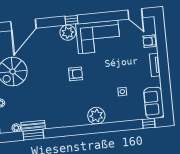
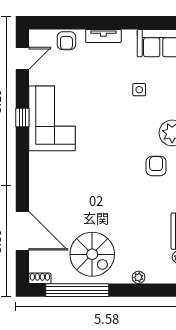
window: (71, 20) -> (22, 118), moved
plant: (68, 33) -> (41, 164), removed
armchair: (76, 74) -> (156, 166), moved

